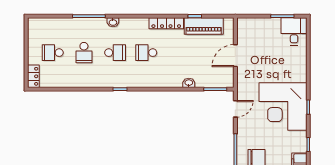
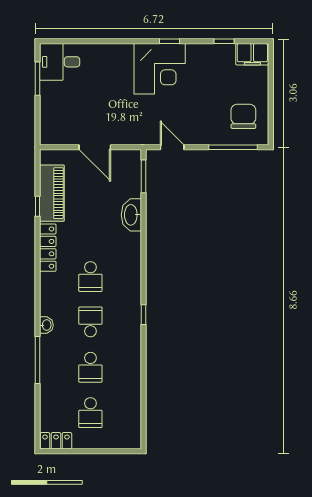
school desk: (84, 53) -> (90, 367), turned 90
locker: (33, 76) -> (56, 441), moved
washbasin: (189, 83) -> (131, 215), width x1.91, depth x1.45
corner desk: (283, 106) -> (160, 69), width x0.74, depth x0.74

